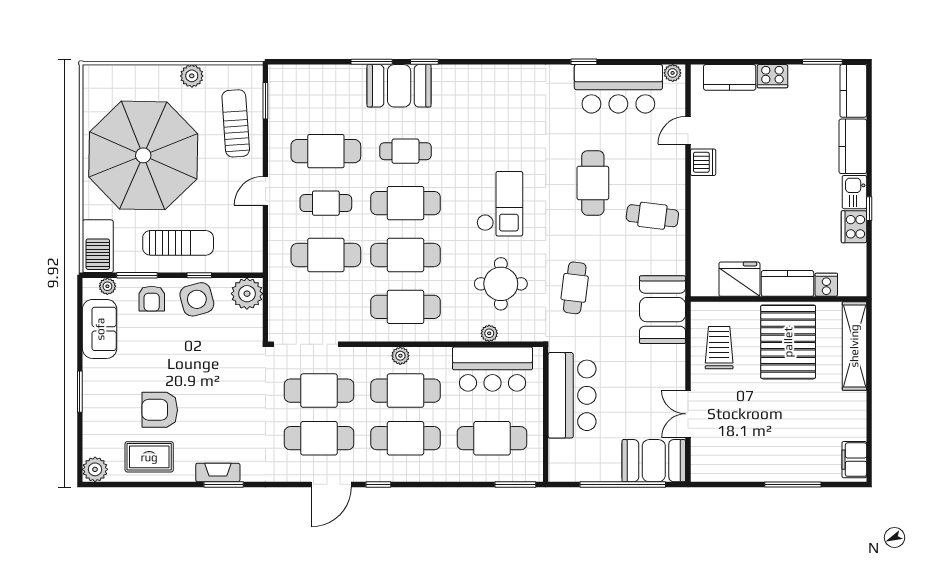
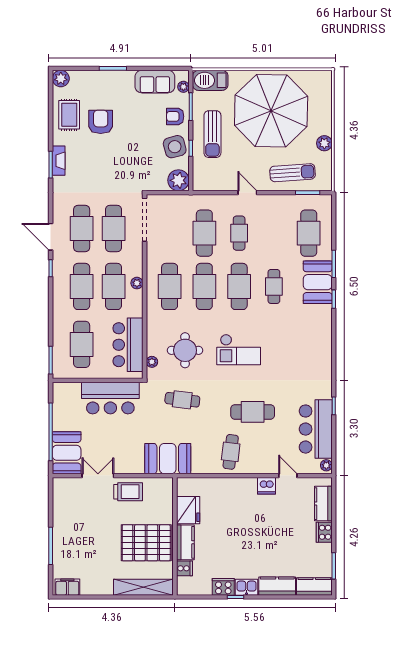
cafe table: (326, 151) -> (309, 233), moved
plant: (489, 333) -> (152, 362), moved
trolley: (719, 348) -> (128, 492), moved

